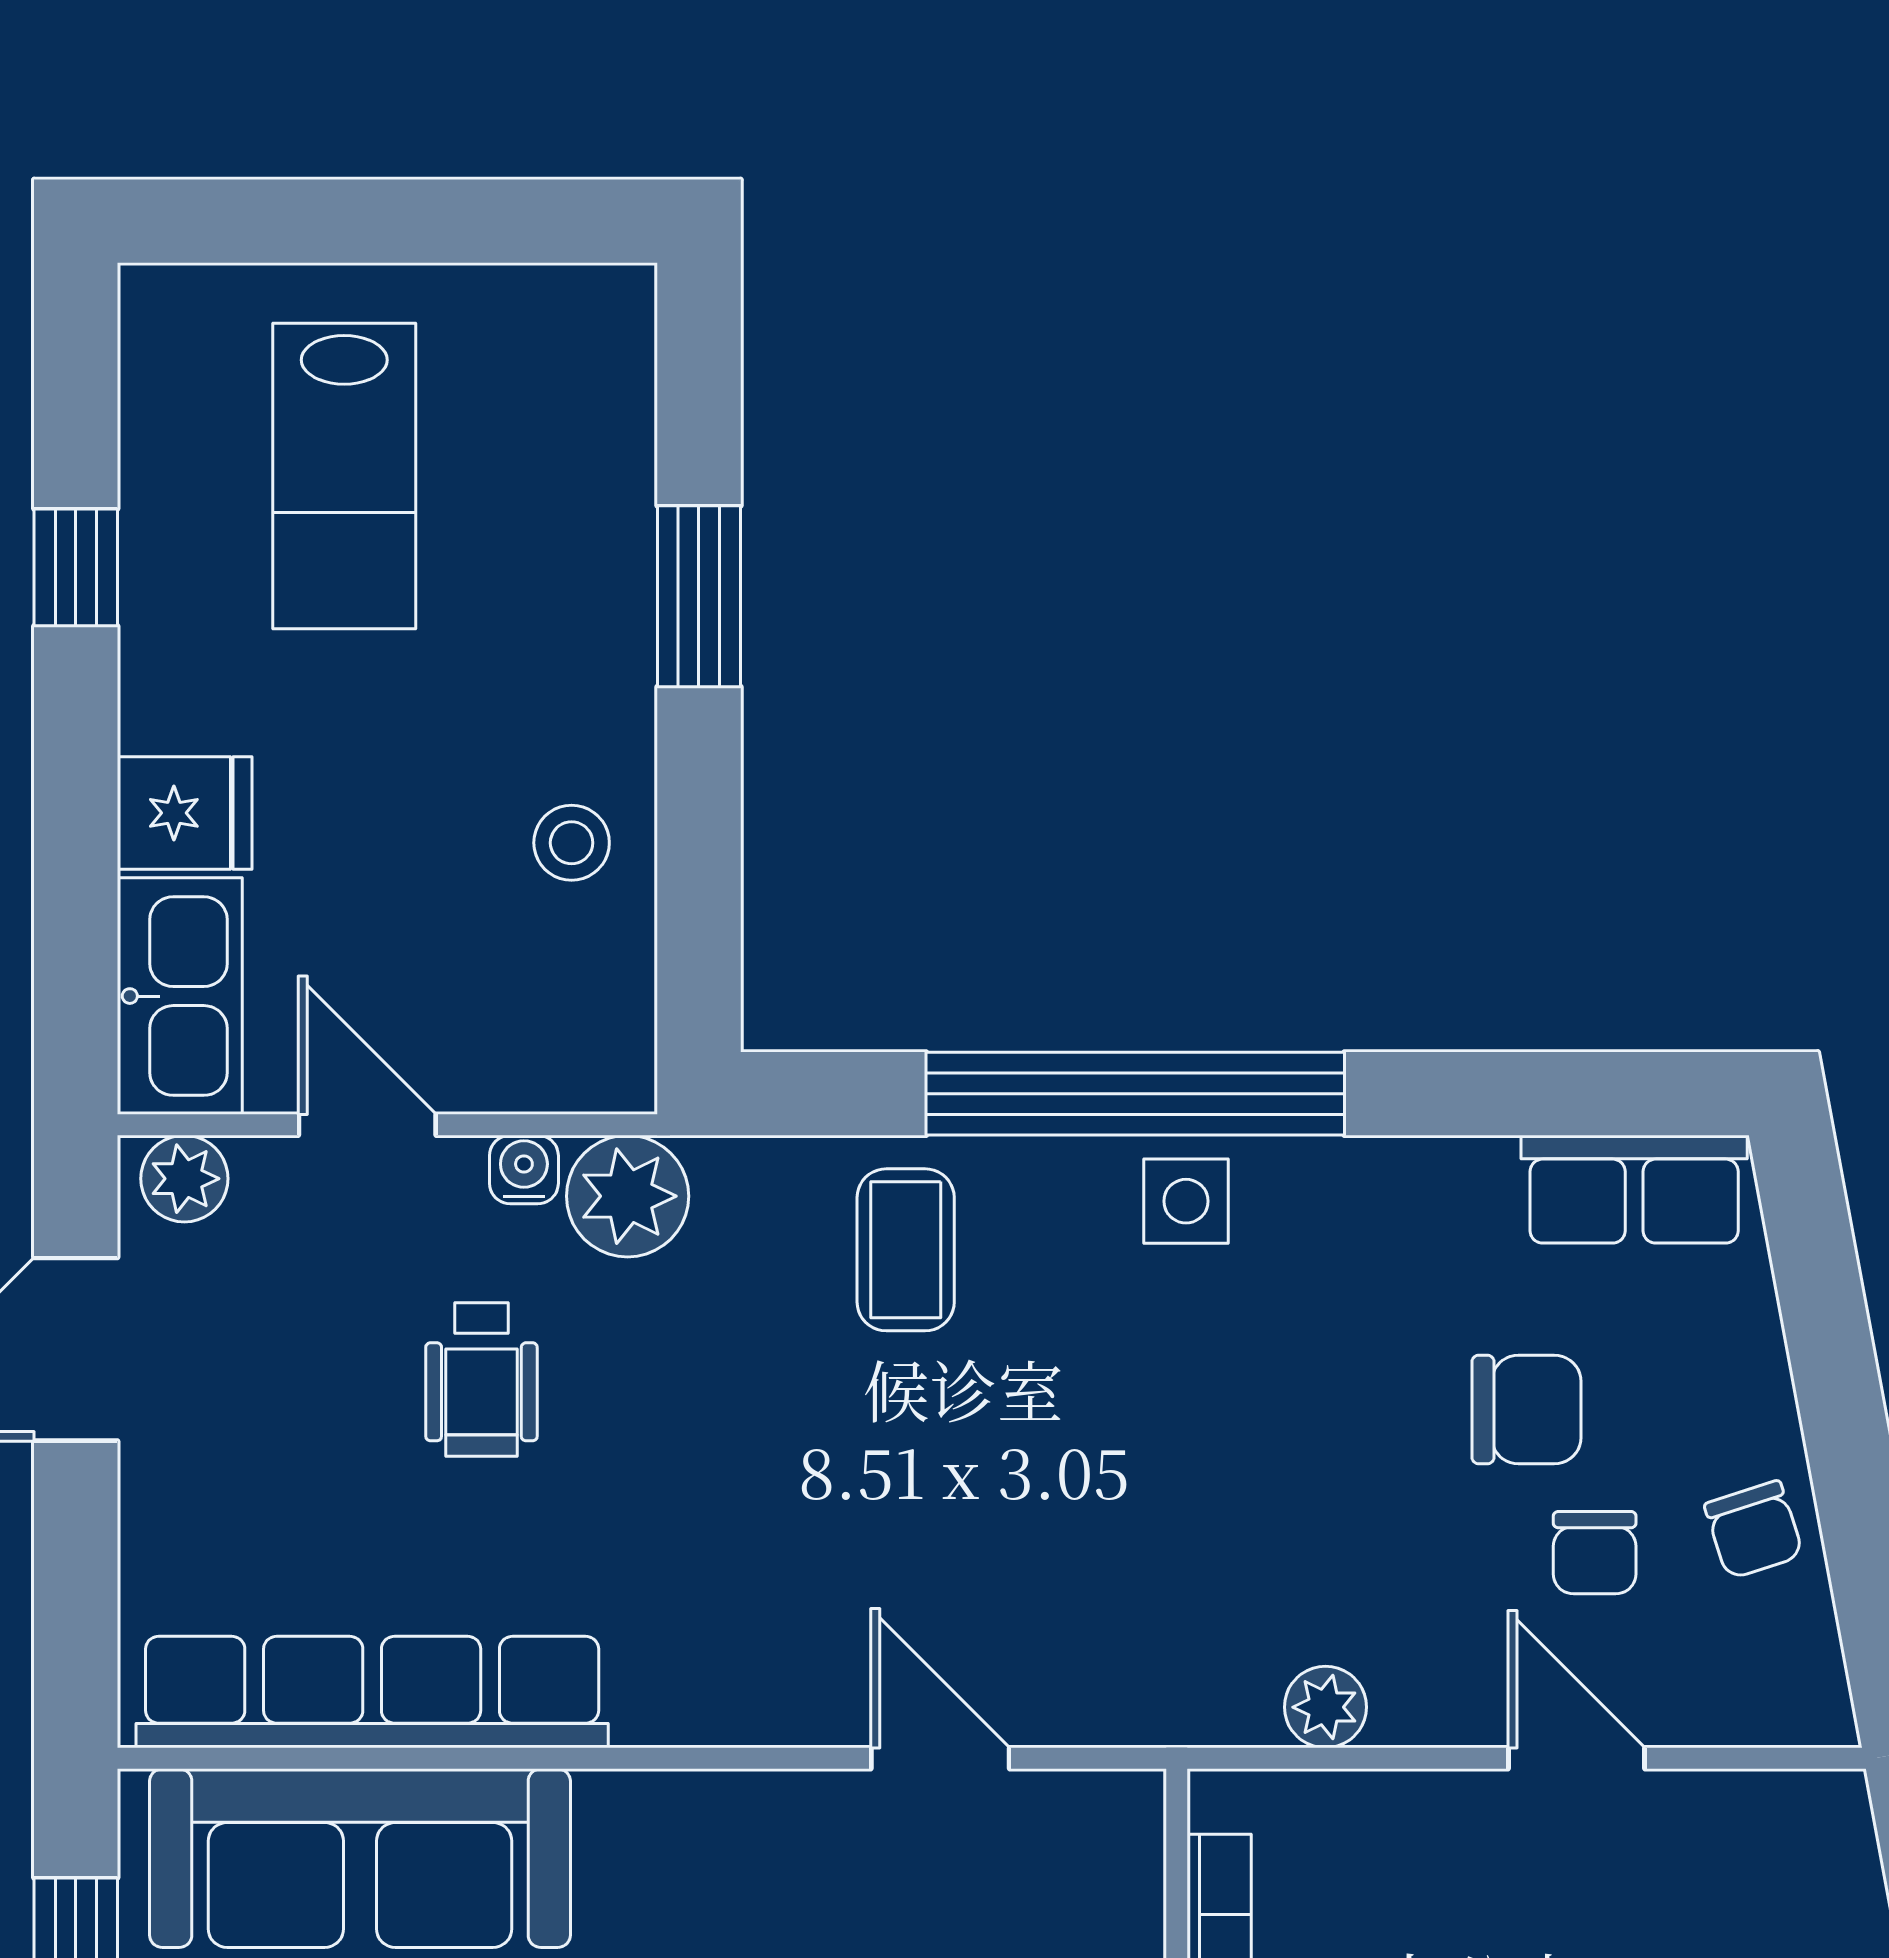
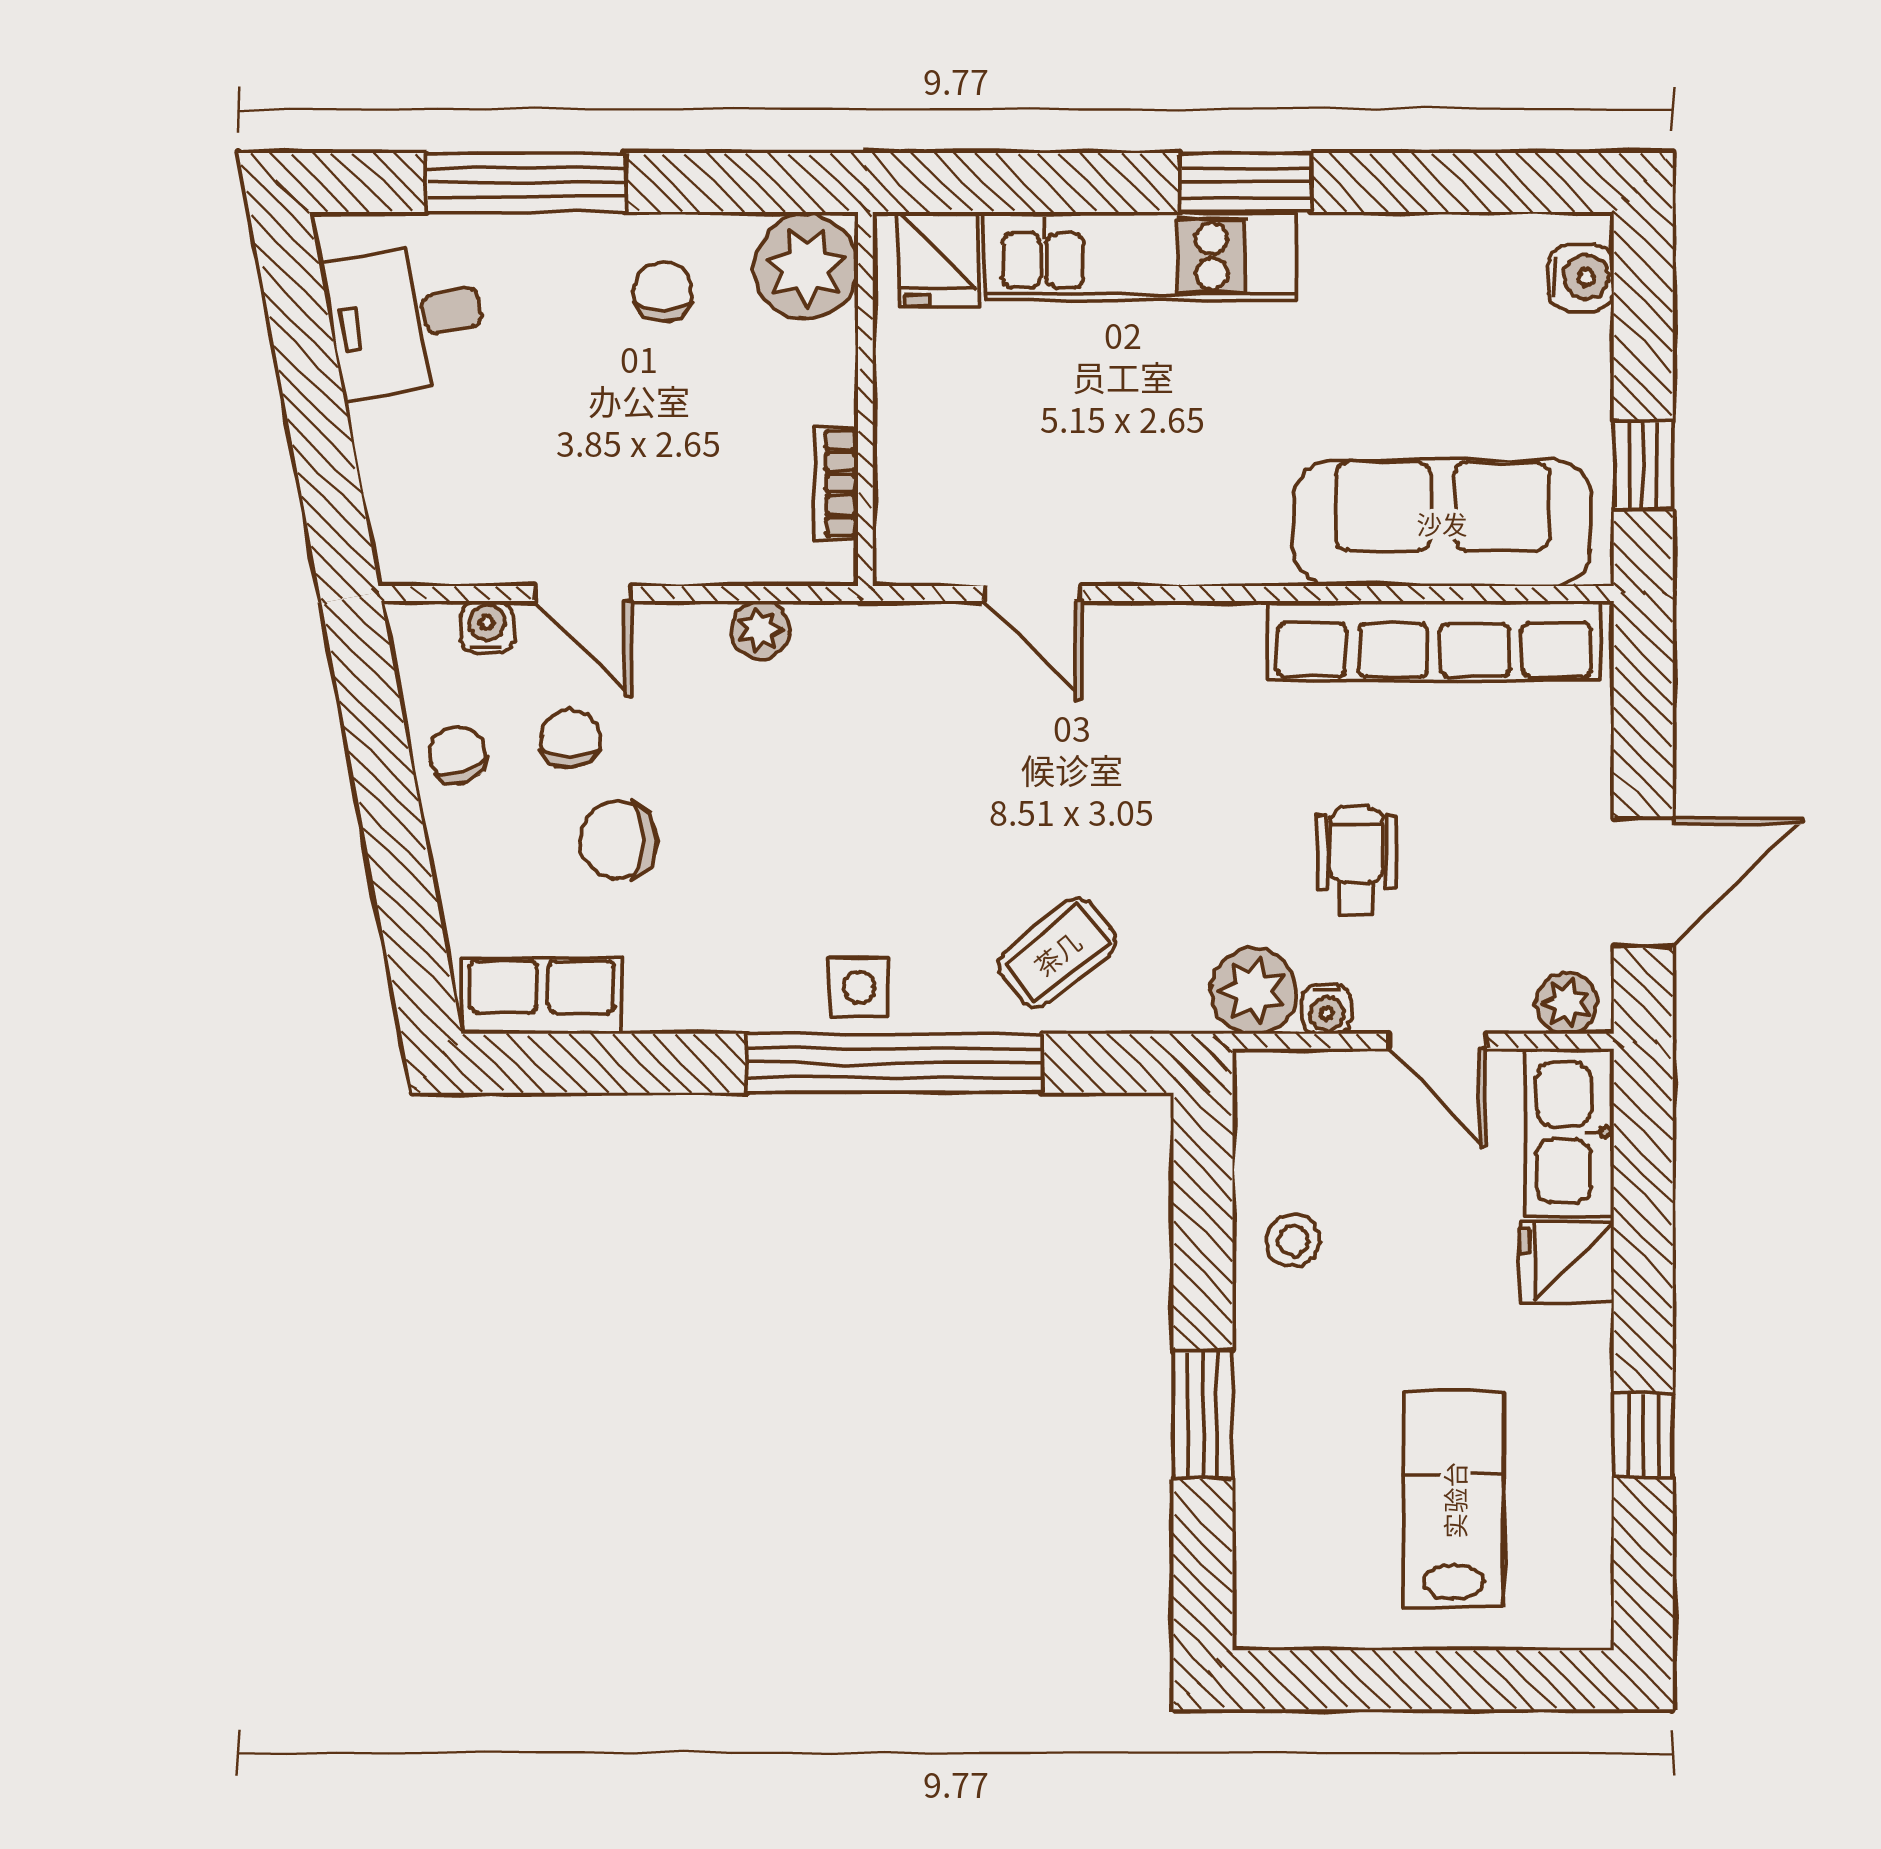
coffee table: (906, 1250) -> (1057, 953), turned 51
water cooler: (1712, 1711) -> (487, 627), added

